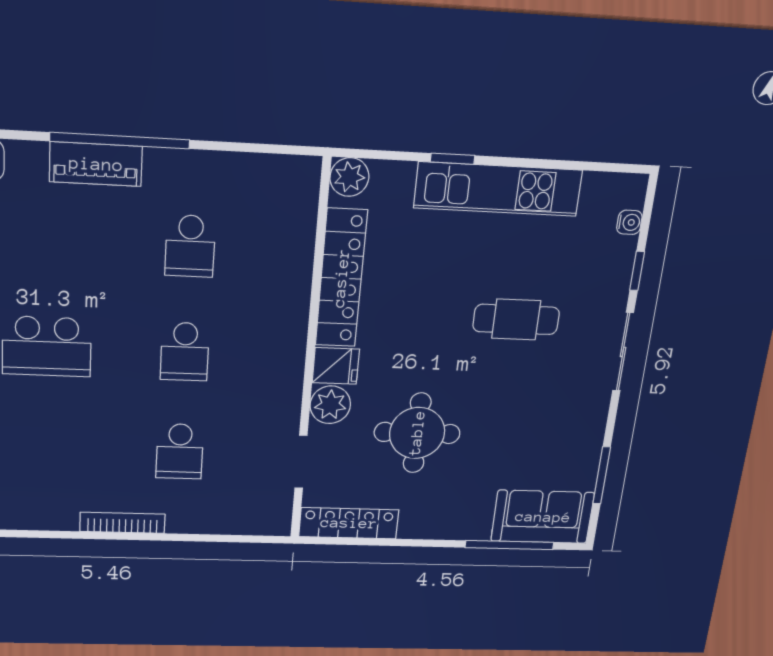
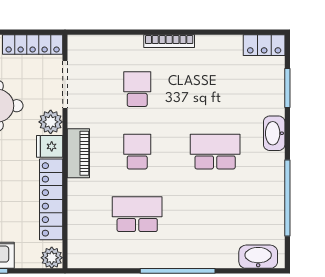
piano: (96, 164) -> (78, 153), moved, turned 90
school desk: (190, 246) -> (137, 214), width x1.85
doorway: (301, 462) -> (65, 85), width x1.38

